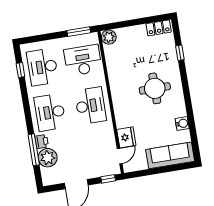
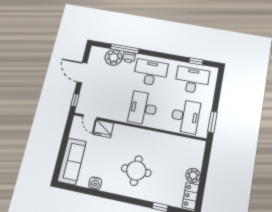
plant: (109, 37) -> (193, 175), moved
desk: (90, 106) -> (143, 108), turned 90

